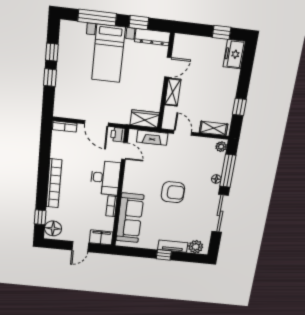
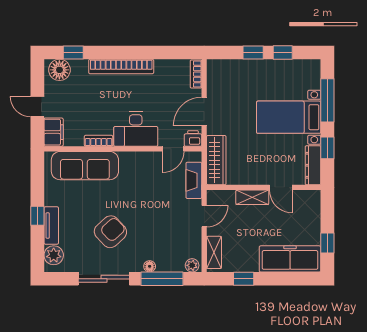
freezer: (234, 54) -> (290, 259), width x1.91, depth x1.26
wardrobe: (145, 119) -> (216, 160), width x1.50
armchair: (173, 192) -> (110, 232), moved, turned -133

